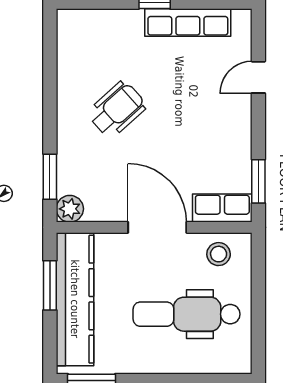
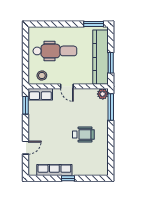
wheelchair: (117, 109) -> (83, 134), turned -138
window: (50, 177) -> (111, 107), width x1.44
door: (157, 227) -> (67, 86), width x0.53

